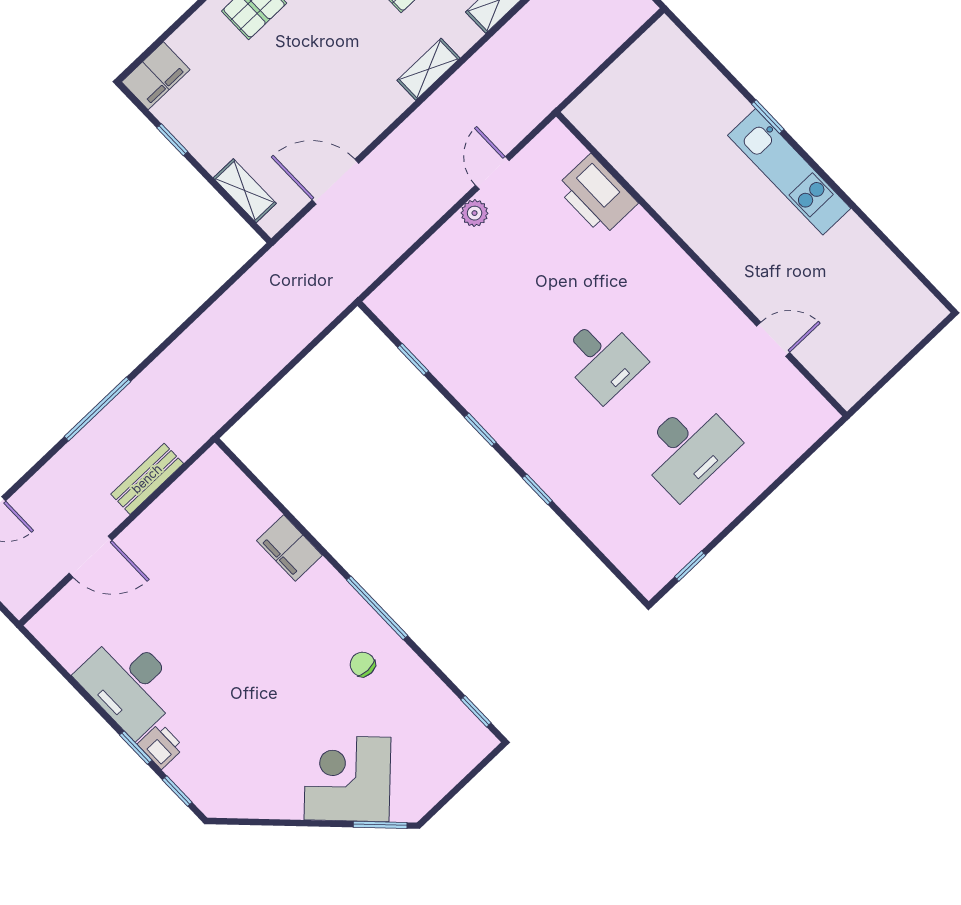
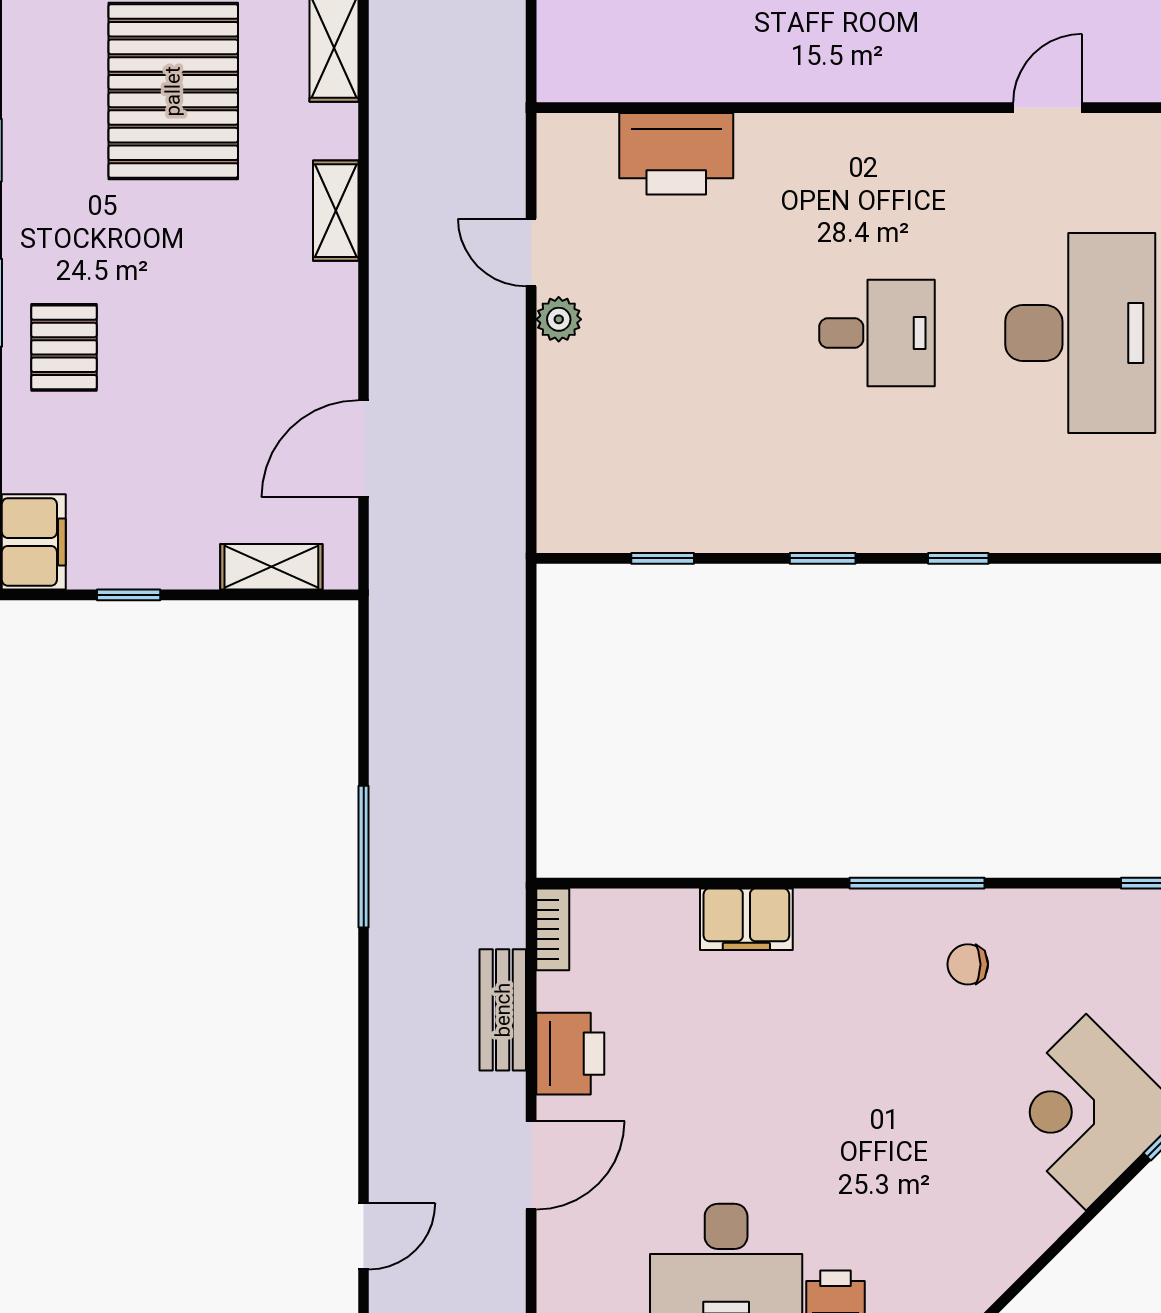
window: (97, 409) -> (364, 857), moved
desk: (688, 448) -> (1080, 333), width x1.36, depth x1.30
bookcase: (204, 467) -> (553, 929), added
printer: (156, 527) -> (570, 1054), added

